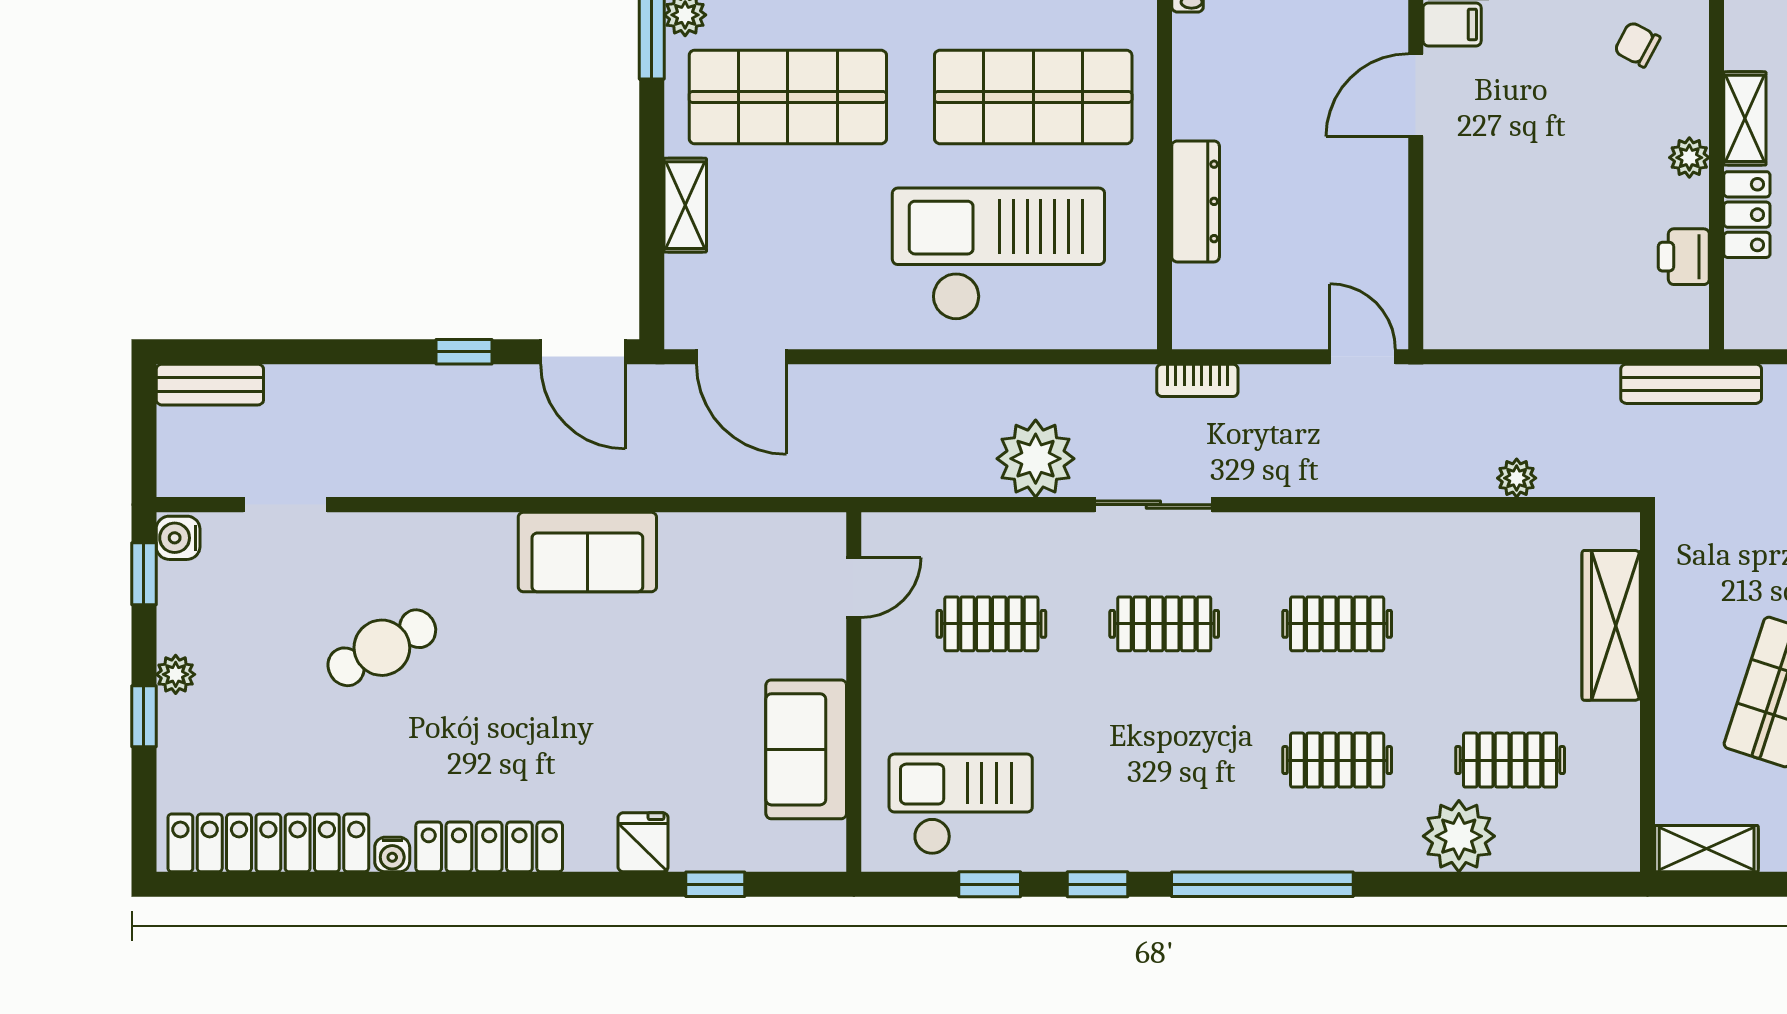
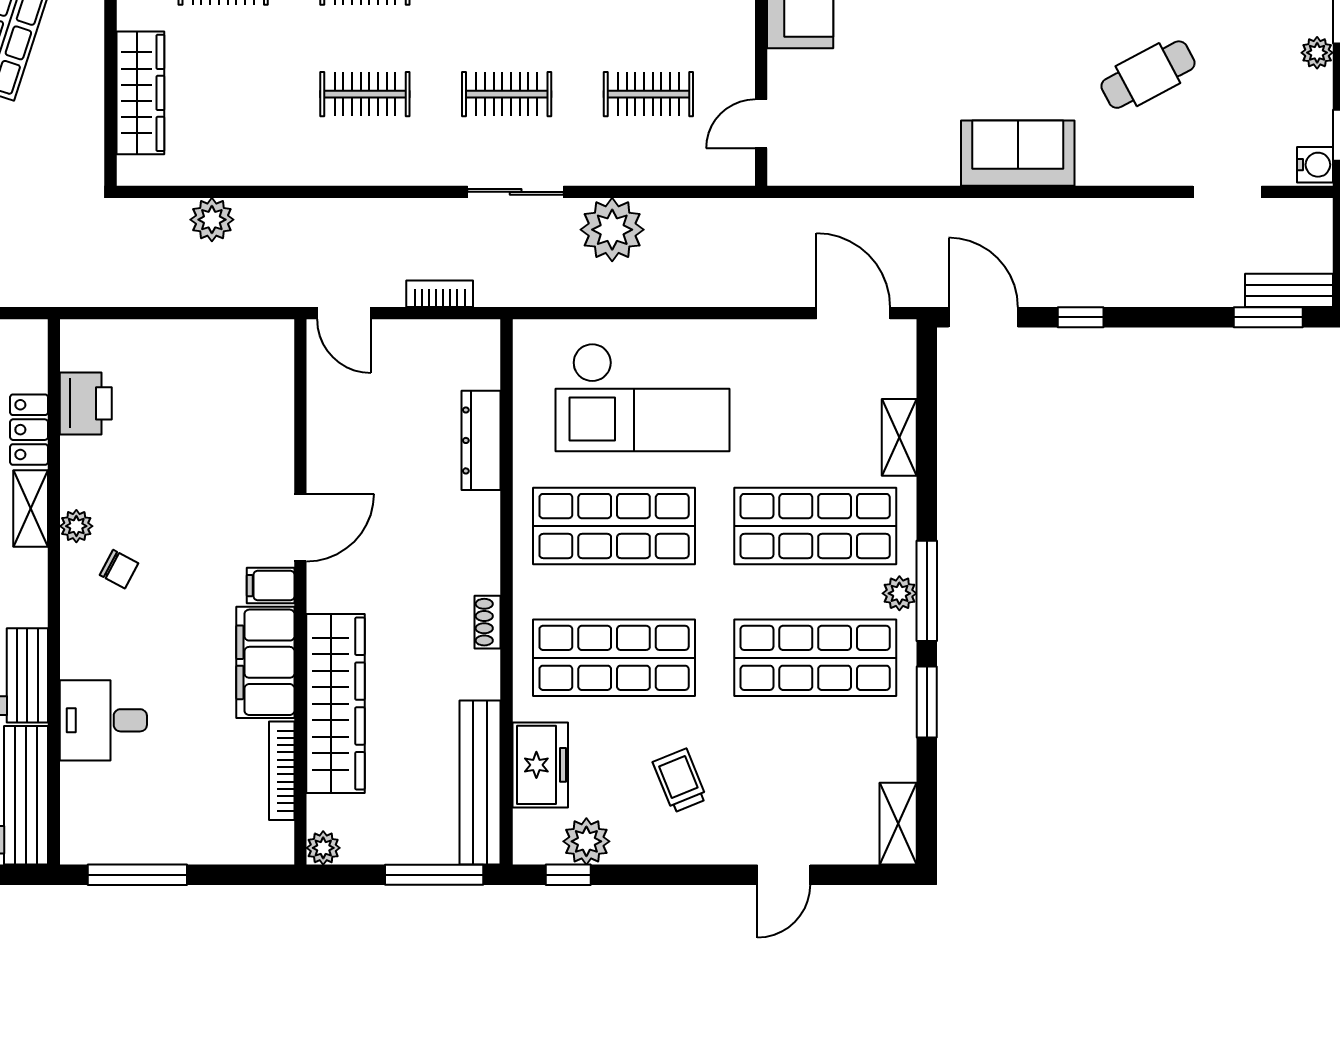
plant: (1689, 158) -> (76, 526), moved
printer: (1684, 257) -> (86, 403), width x1.36, depth x1.24
window: (235, 352) -> (1268, 317), added
bookcase: (1197, 380) -> (440, 294), moved
bench: (1691, 384) -> (75, 291), removed
plant: (1517, 478) -> (212, 220), width x1.38, depth x1.38
sofa: (587, 552) -> (1018, 153), moved

